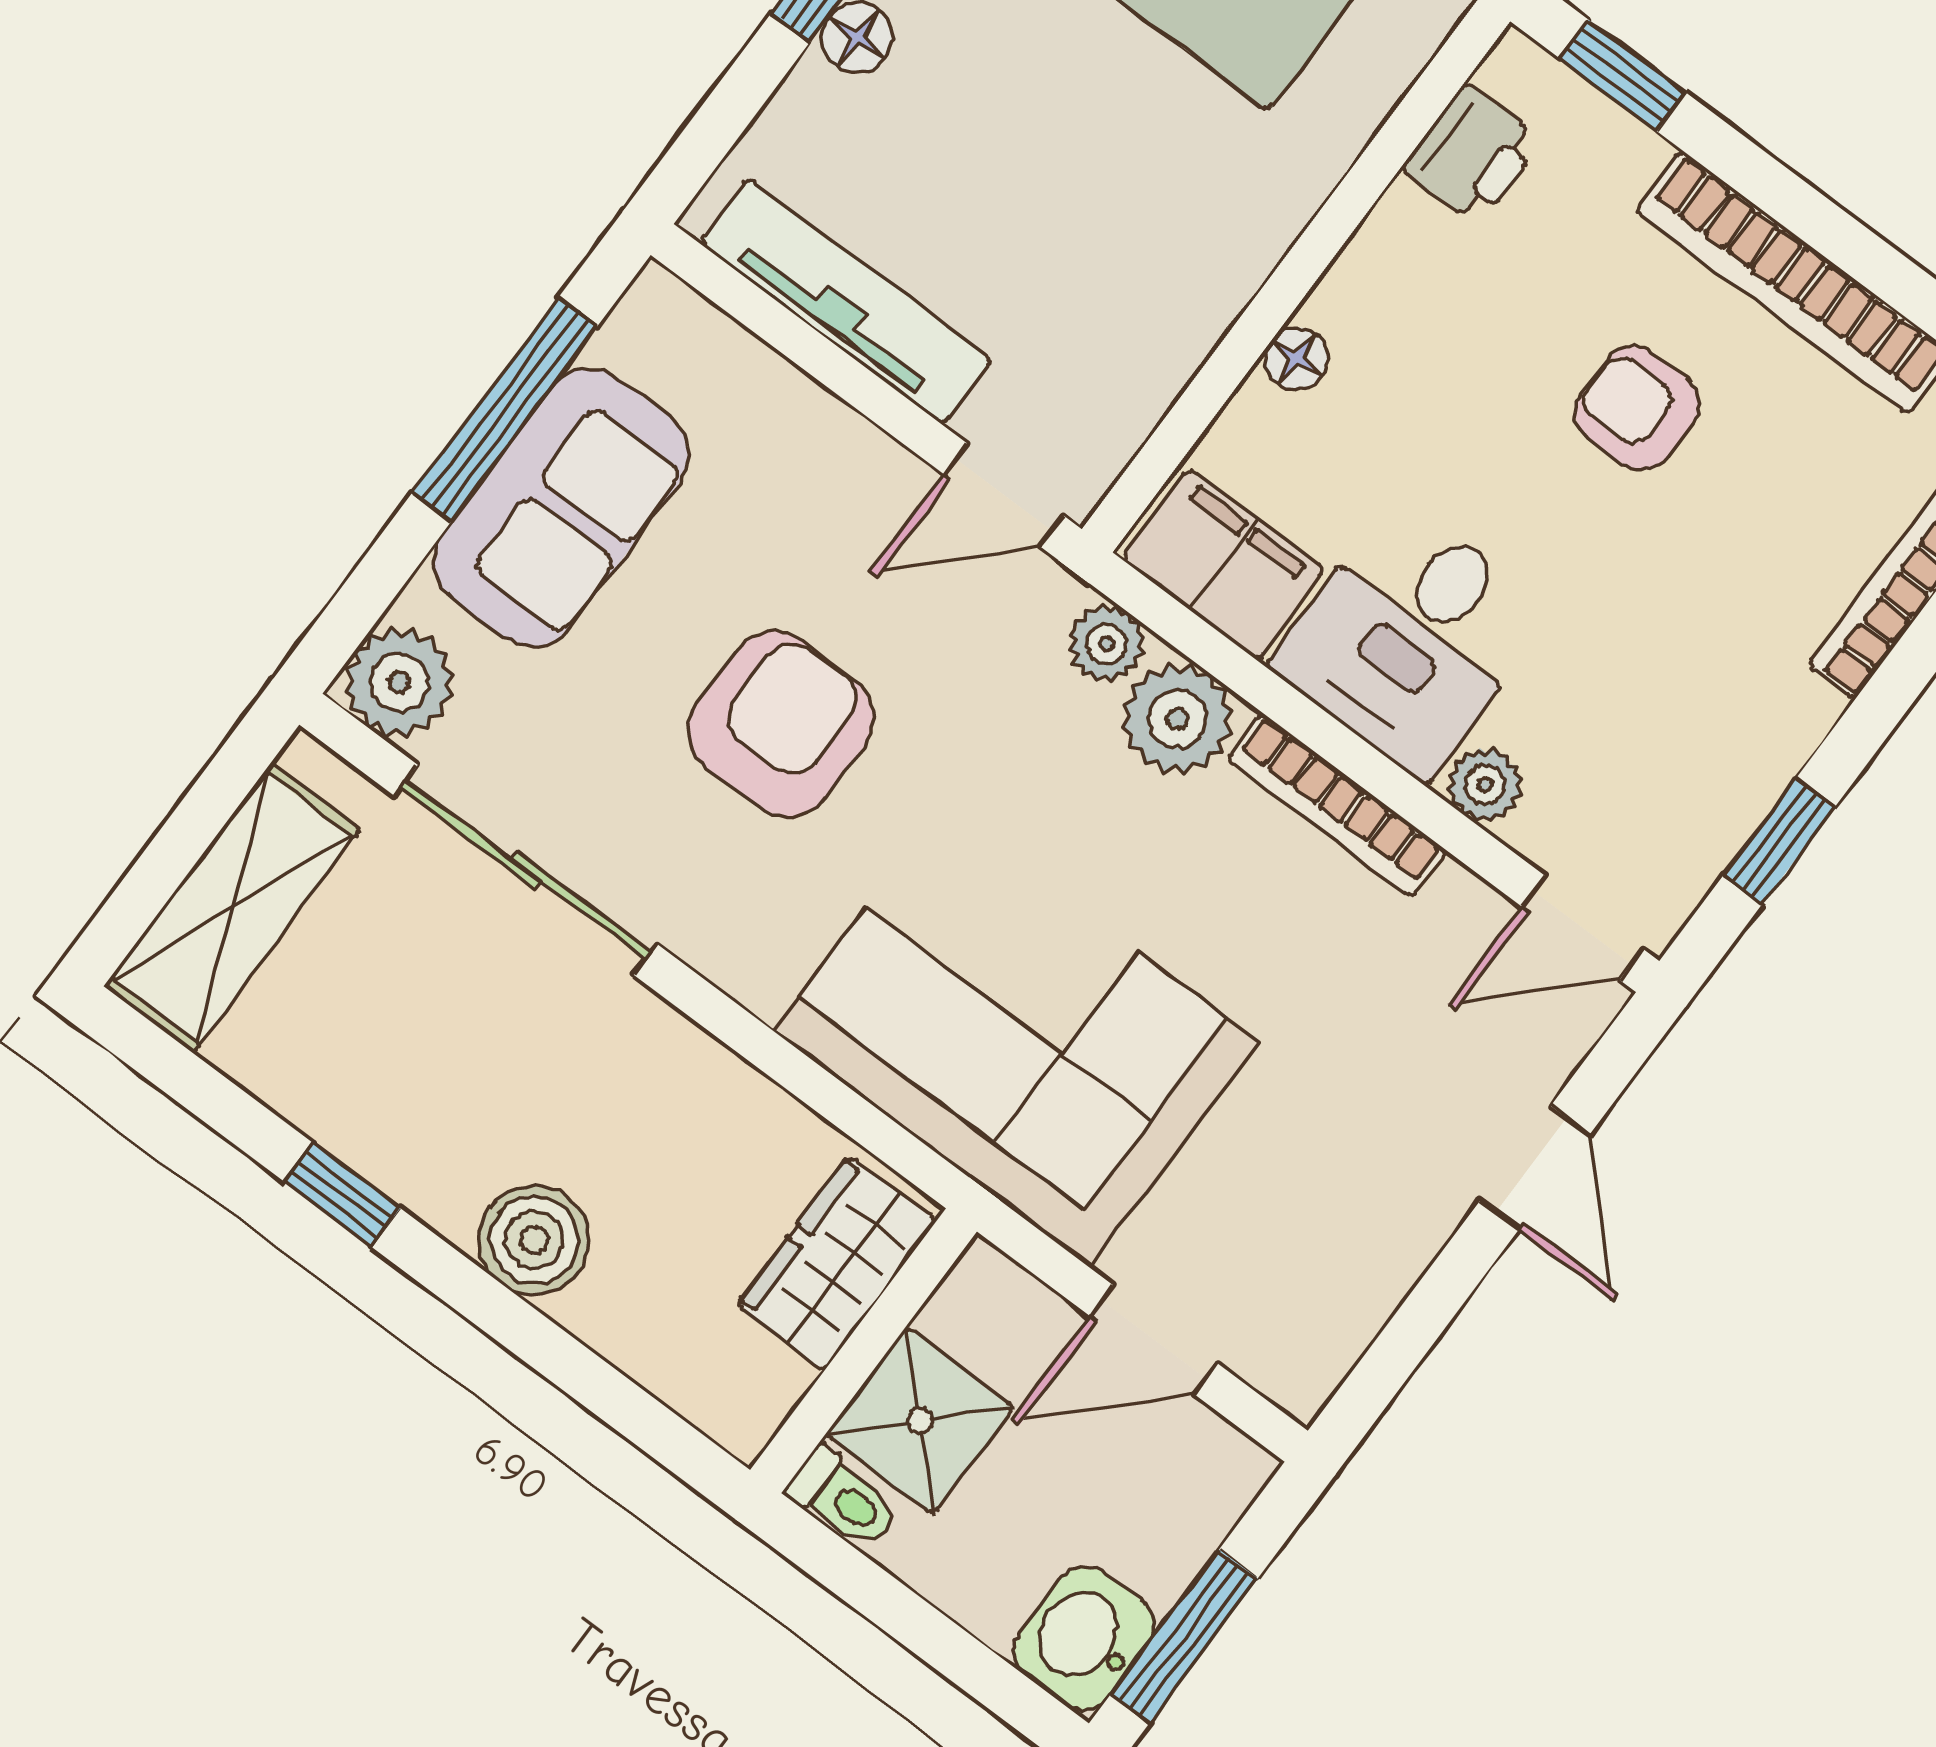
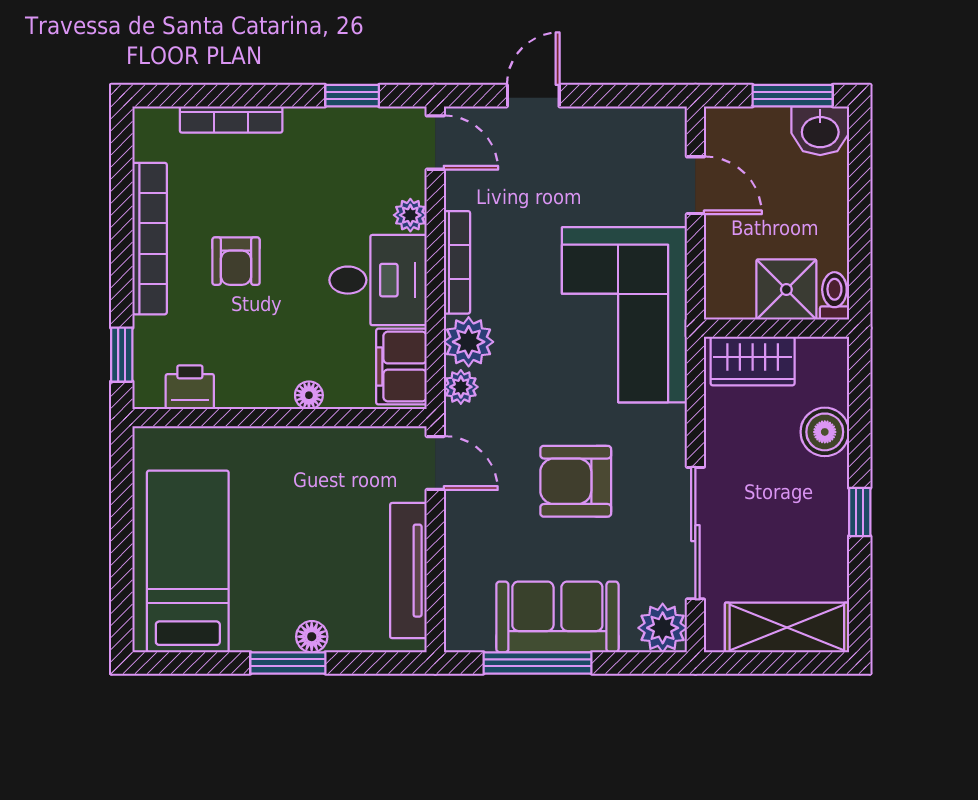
wardrobe: (836, 1263) -> (753, 361), moved
wall: (863, 1351) -> (776, 328), moved
shower: (920, 1421) -> (786, 289), moved
toilet: (843, 1499) -> (834, 296), moved

